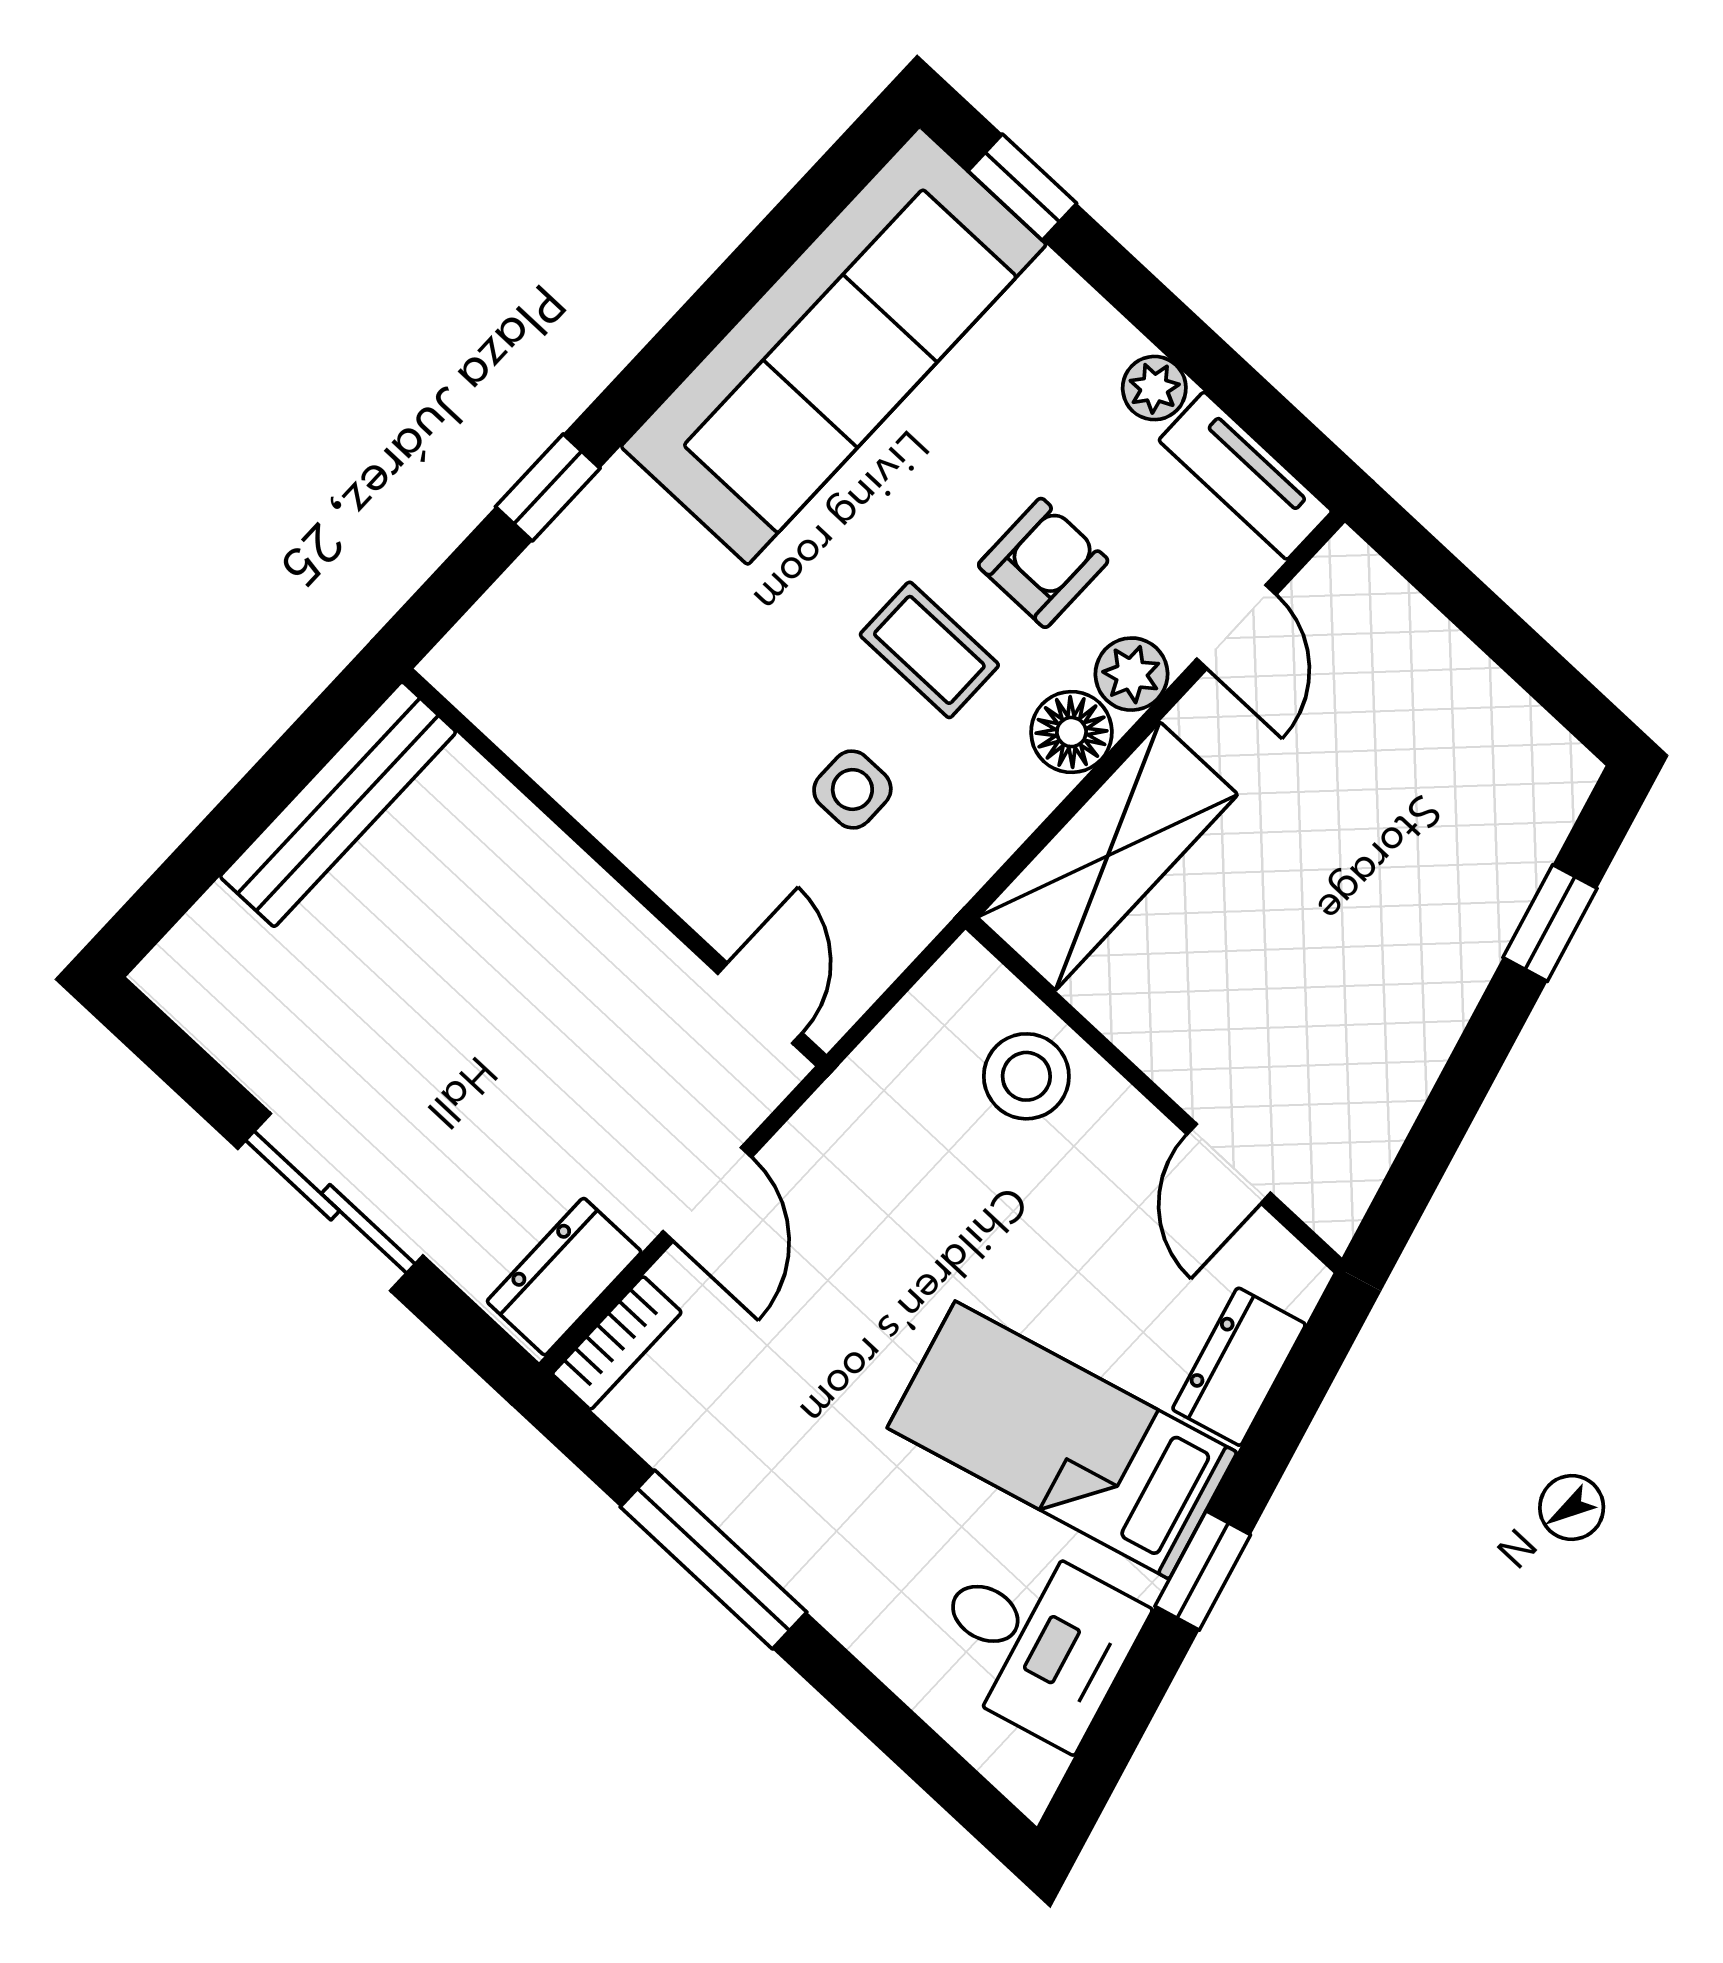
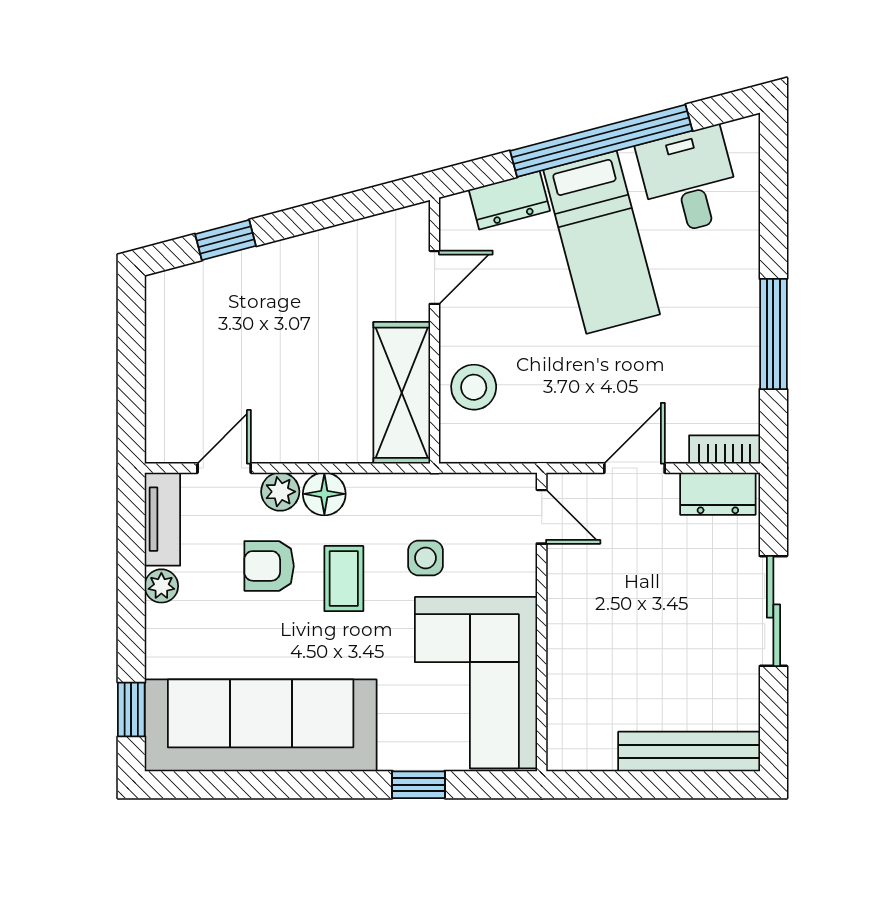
corner sofa: (615, 698) -> (476, 683), added
bench: (338, 804) -> (689, 752), moved
shelving: (1108, 856) -> (402, 393), moved, turned 90
door: (760, 1003) -> (542, 517), swing flipped
window: (1203, 1570) -> (601, 141), width x3.17

